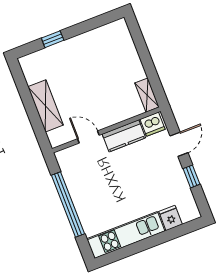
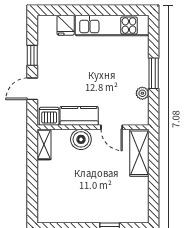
shelving: (46, 106) -> (139, 153), moved
boiler: (113, 114) -> (81, 139), added
plant: (71, 181) -> (142, 93), added
window: (68, 204) -> (154, 73), width x0.47

